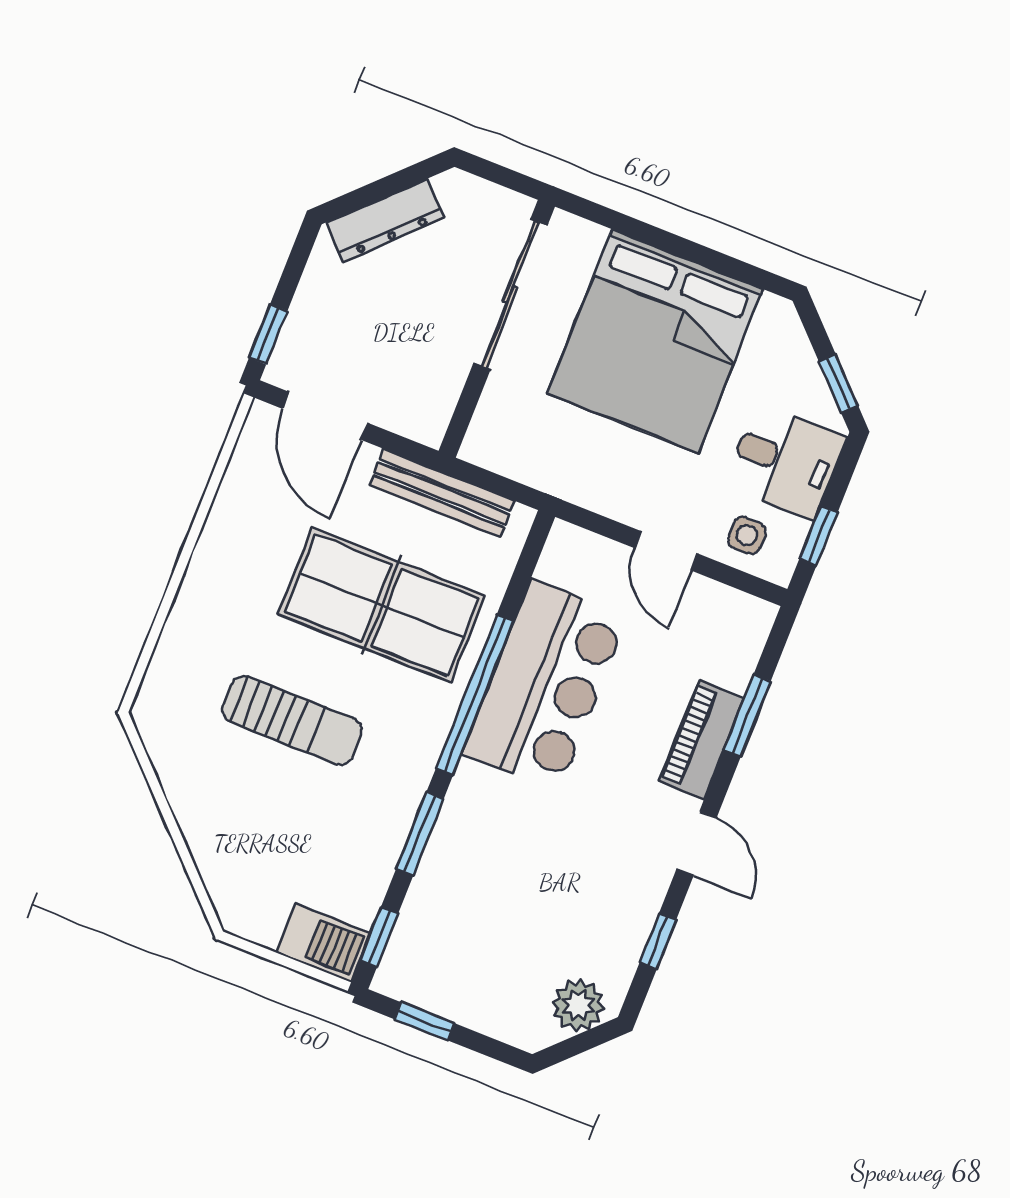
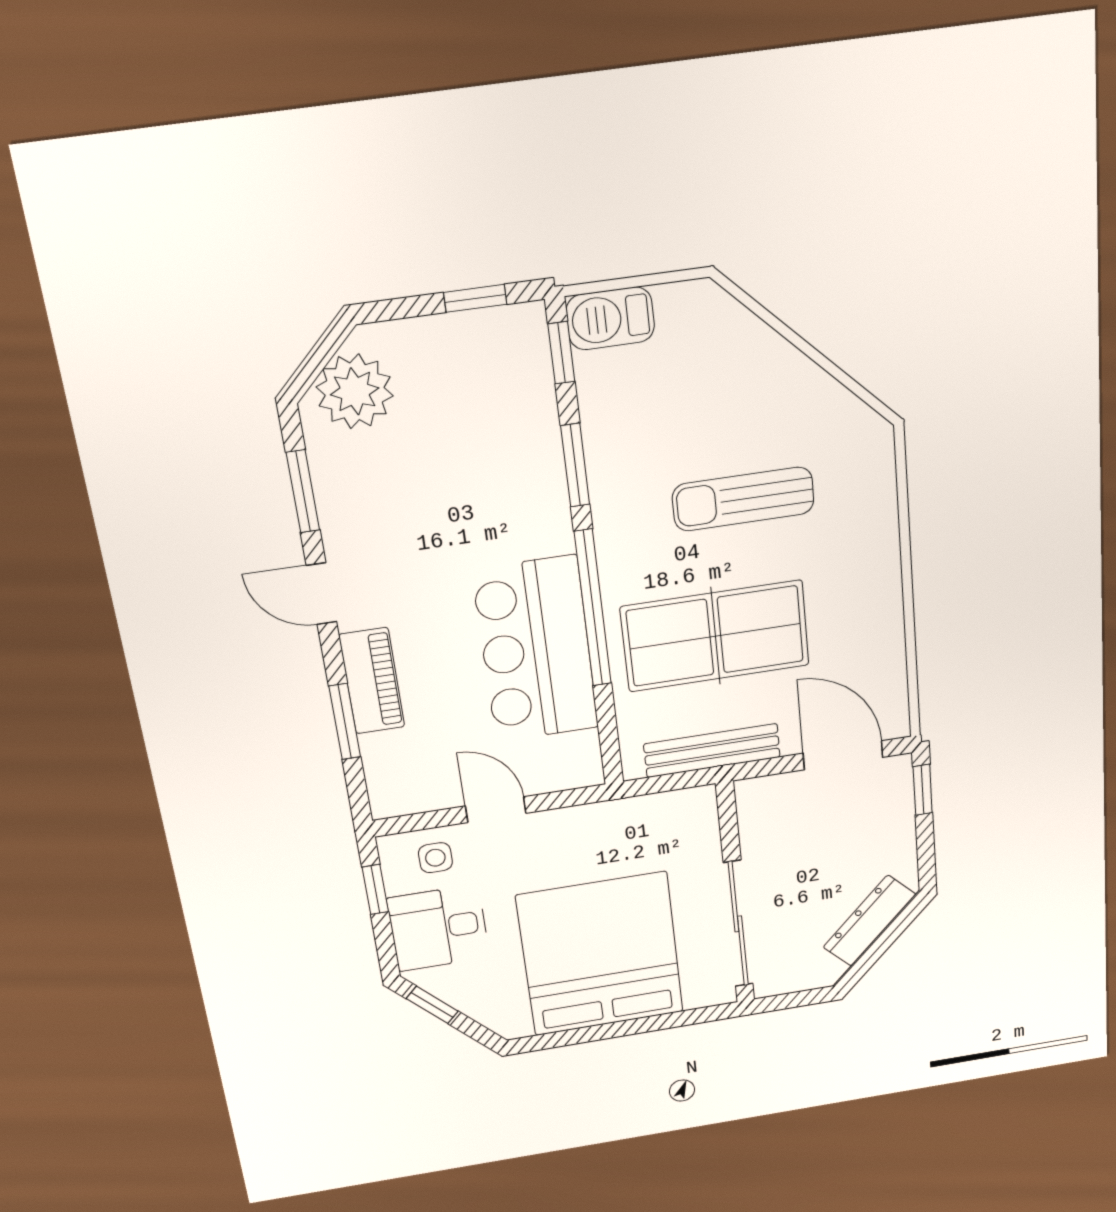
window: (658, 941) -> (303, 491), width x1.50
plant: (578, 1005) -> (355, 391), width x1.36, depth x1.36

